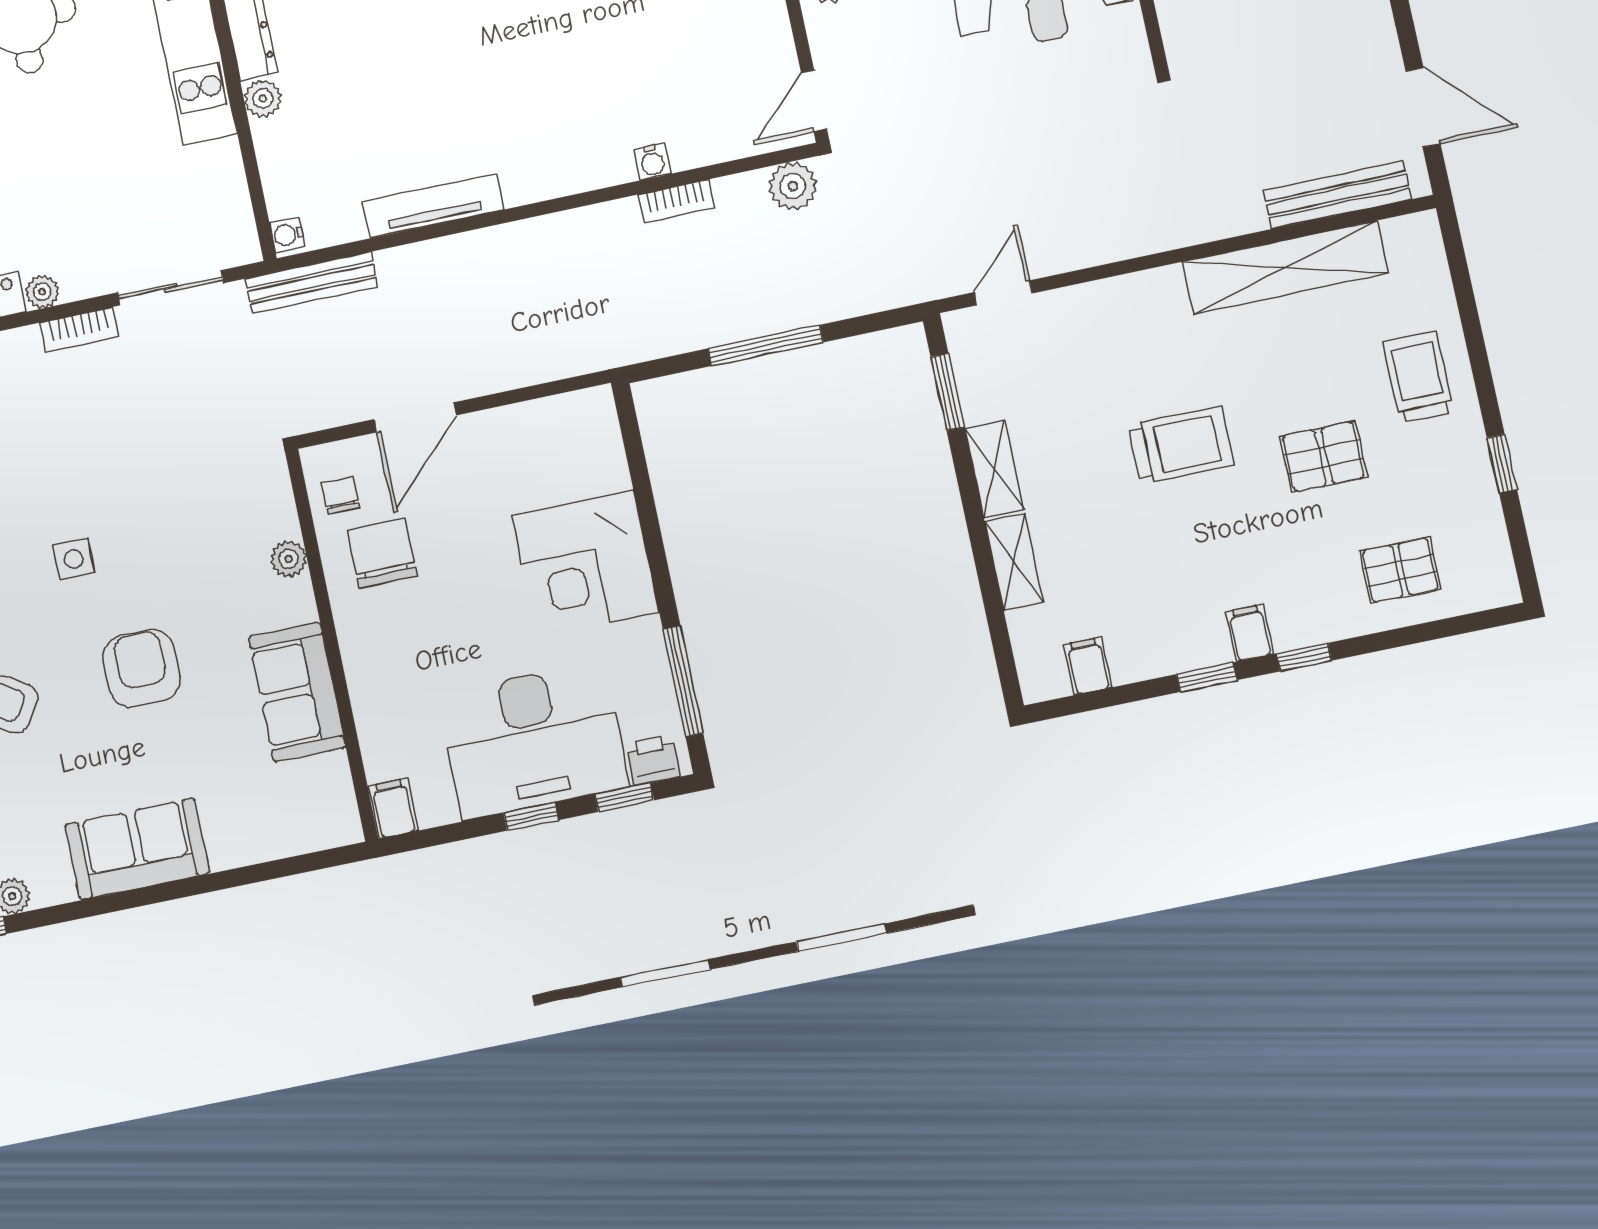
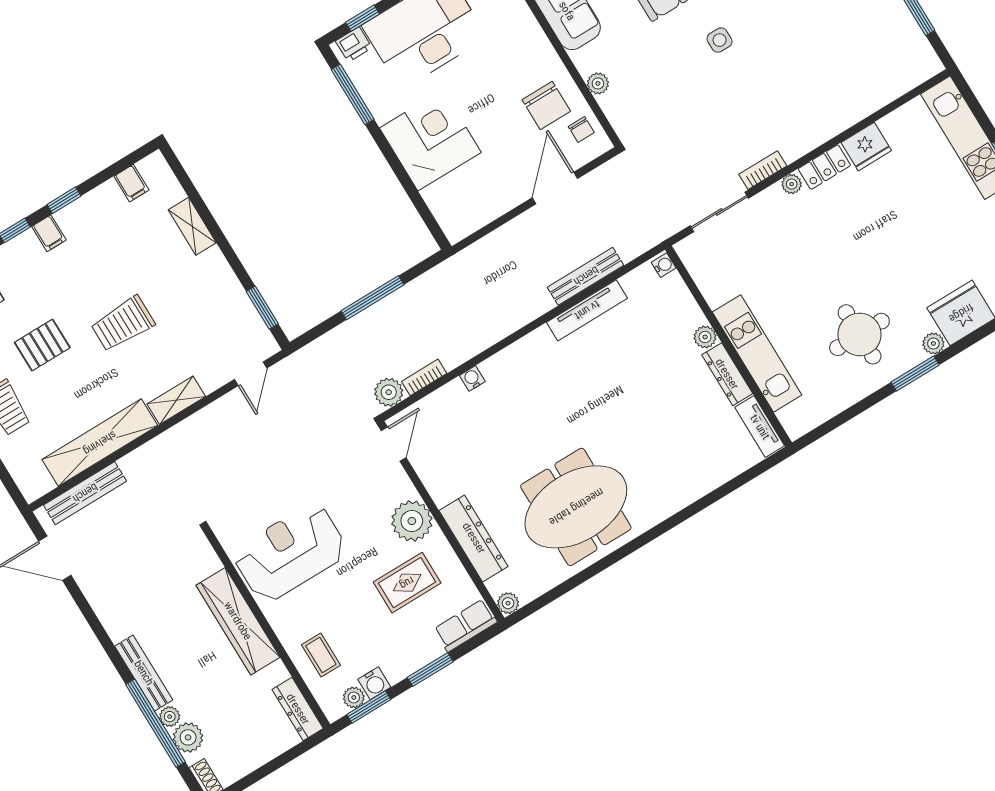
bookcase: (676, 201) -> (424, 377), moved
bench: (312, 283) -> (586, 276), moved
shelving: (994, 469) -> (176, 400), moved, turned 90

